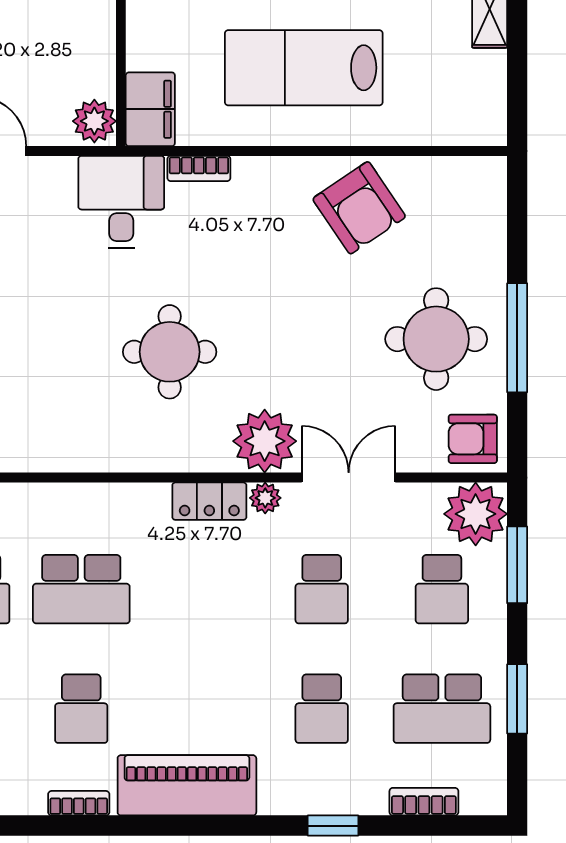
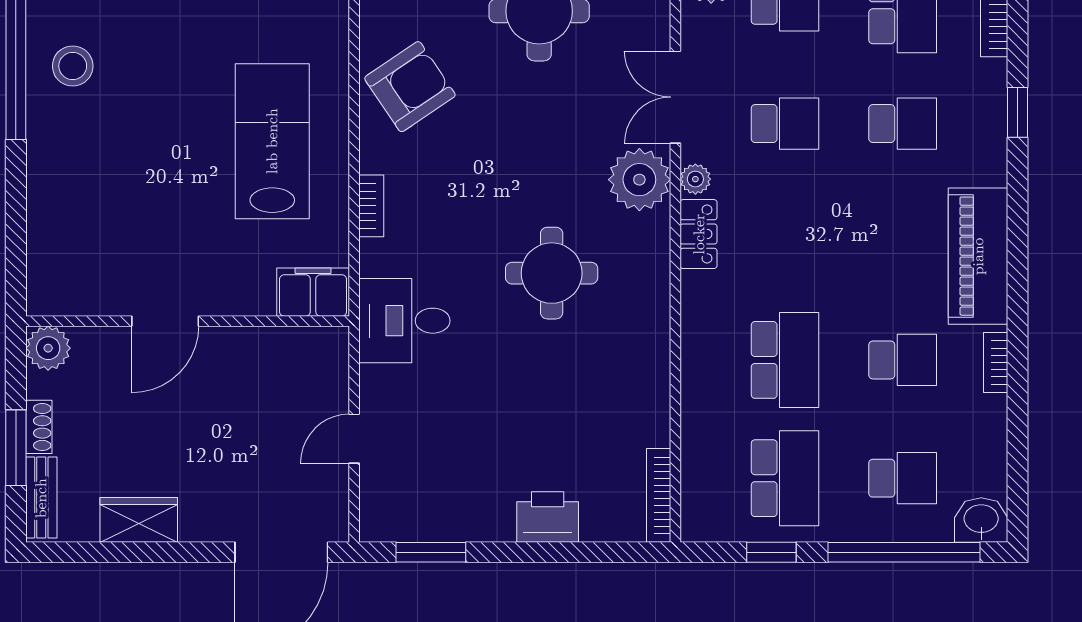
lab bench: (304, 68) -> (272, 141), turned 180
plant: (94, 121) -> (325, 347), removed
bookcase: (199, 168) -> (371, 206), moved

